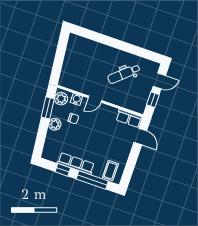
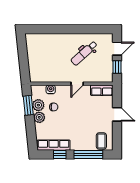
plant: (61, 99) -> (38, 105), moved
door: (95, 99) -> (77, 84), moved
door: (140, 137) -> (117, 114), moved
row of seats: (76, 164) -> (54, 145), moved

